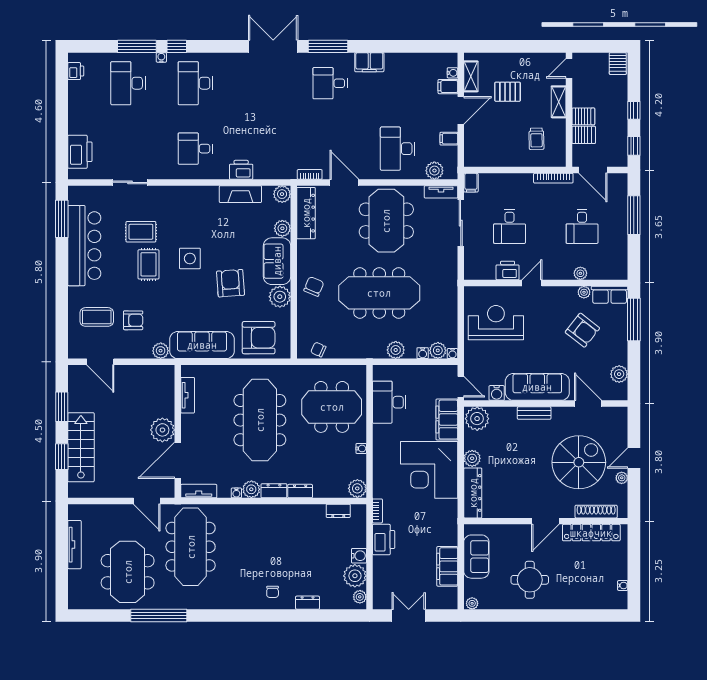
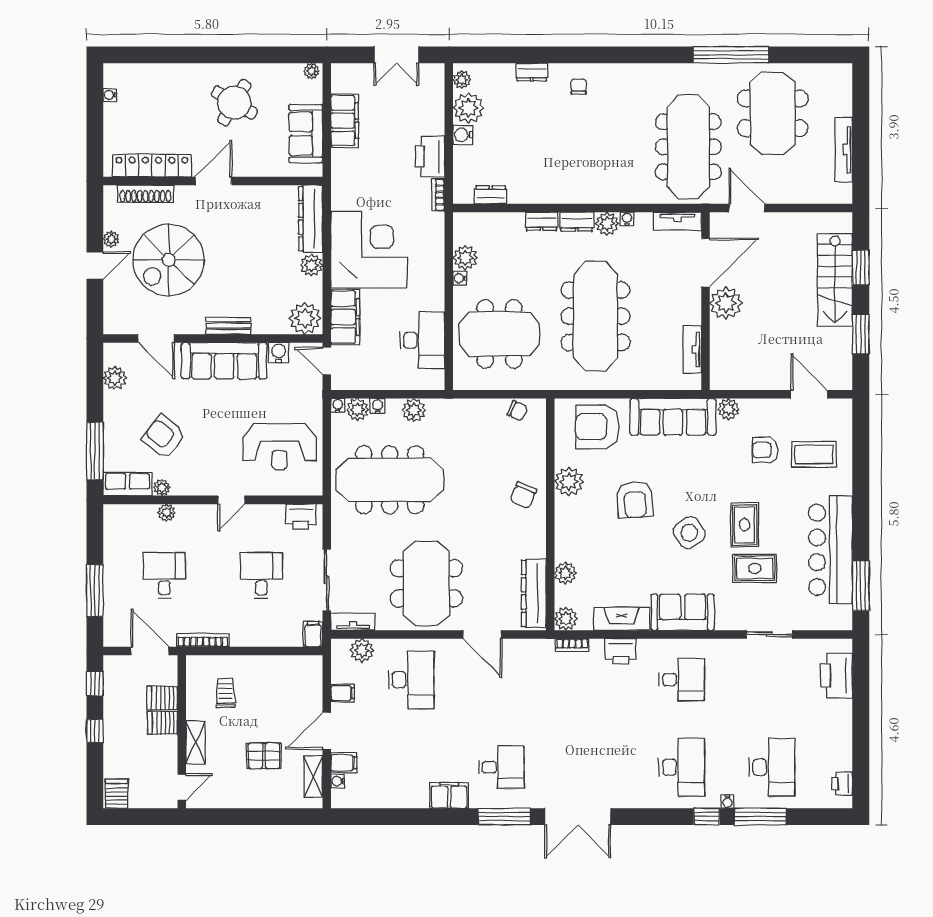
bookcase: (310, 174) -> (572, 645), moved
side table: (190, 258) -> (689, 533), turned -33
sofa: (277, 261) -> (683, 612), moved, turned -90
printer: (508, 270) -> (301, 517), moved
meeting table: (379, 293) -> (390, 480), moved
plant: (357, 488) -> (465, 258), moved
round table: (530, 580) -> (234, 103), turned 31

